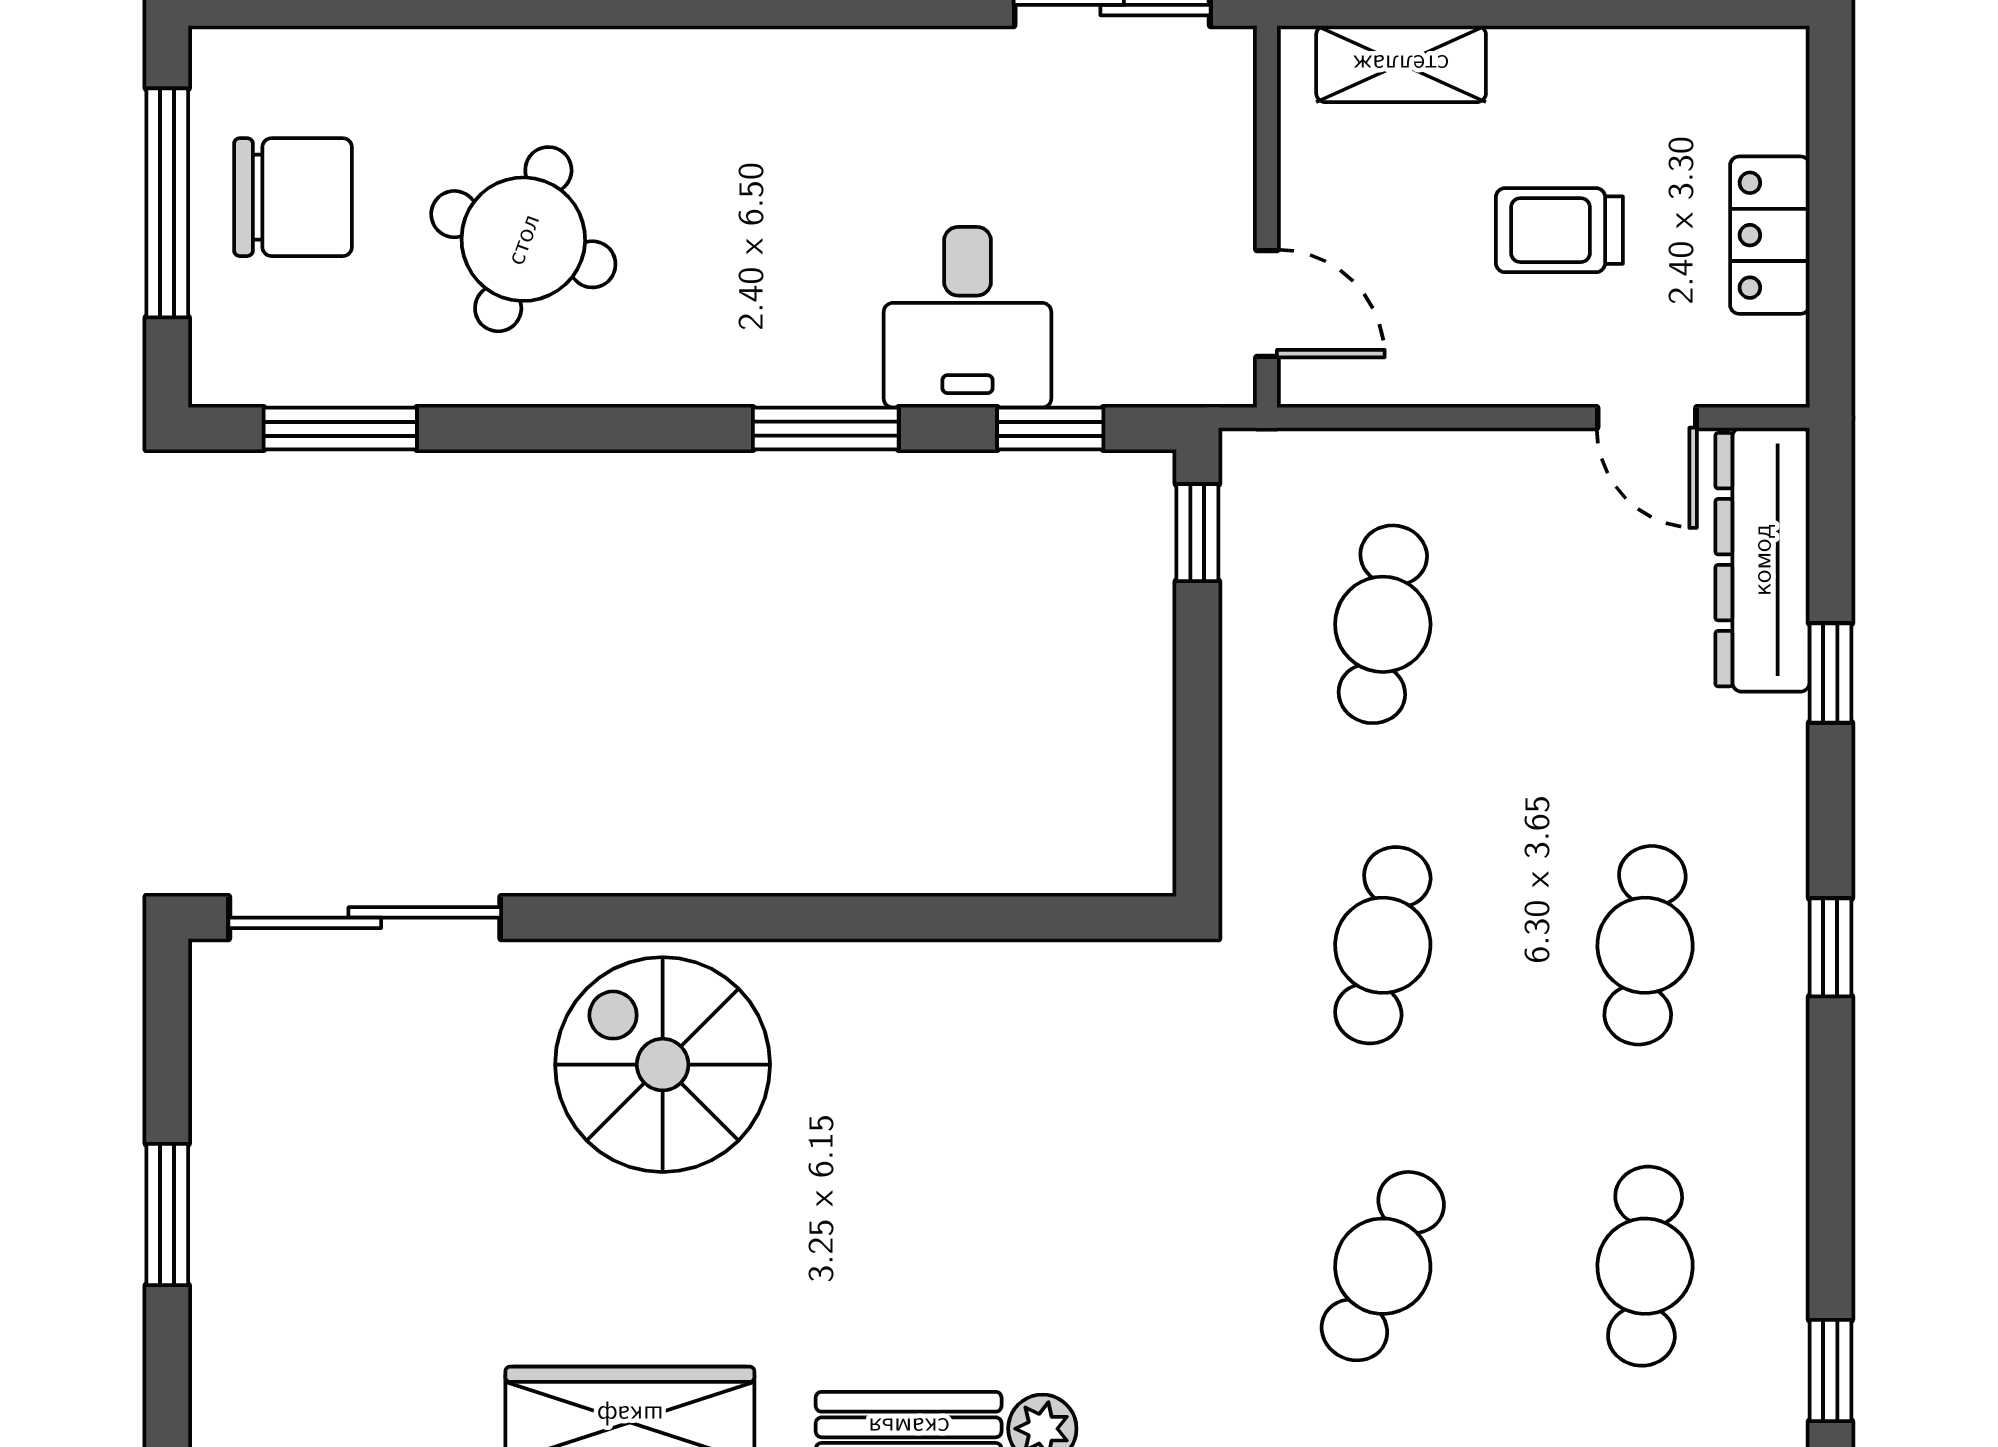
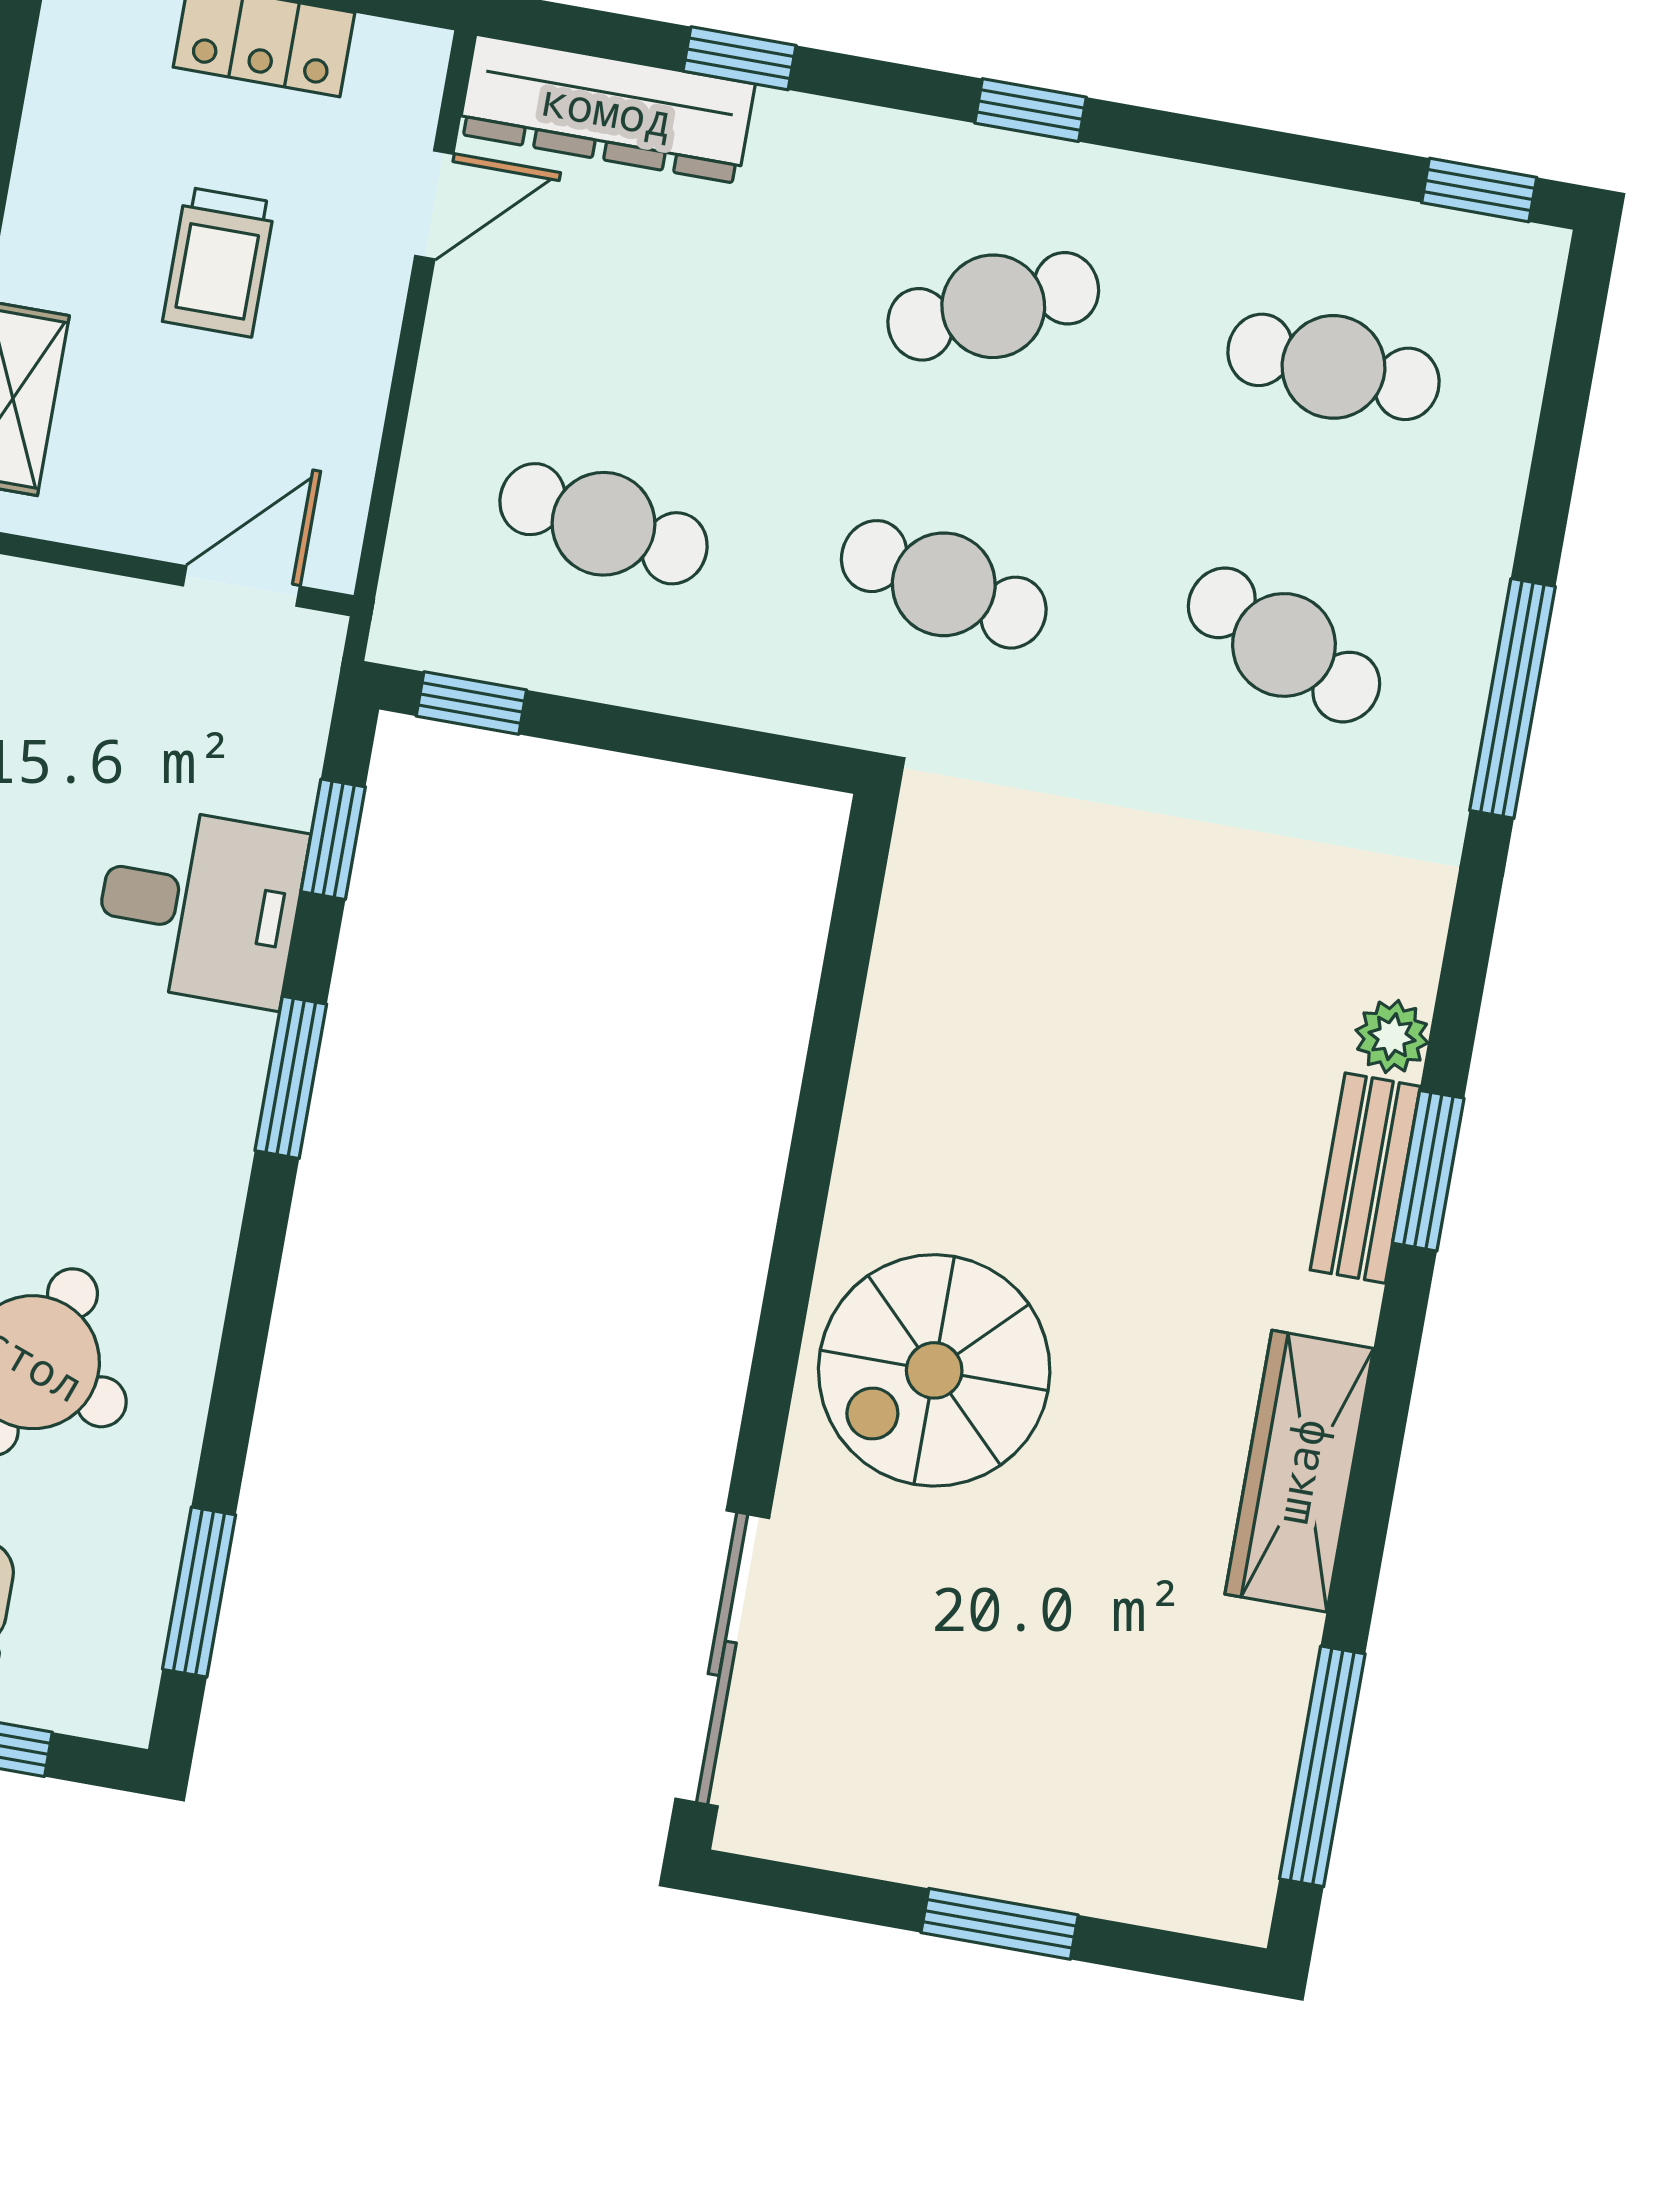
cafe table: (1645, 945) -> (993, 306), turned -30

